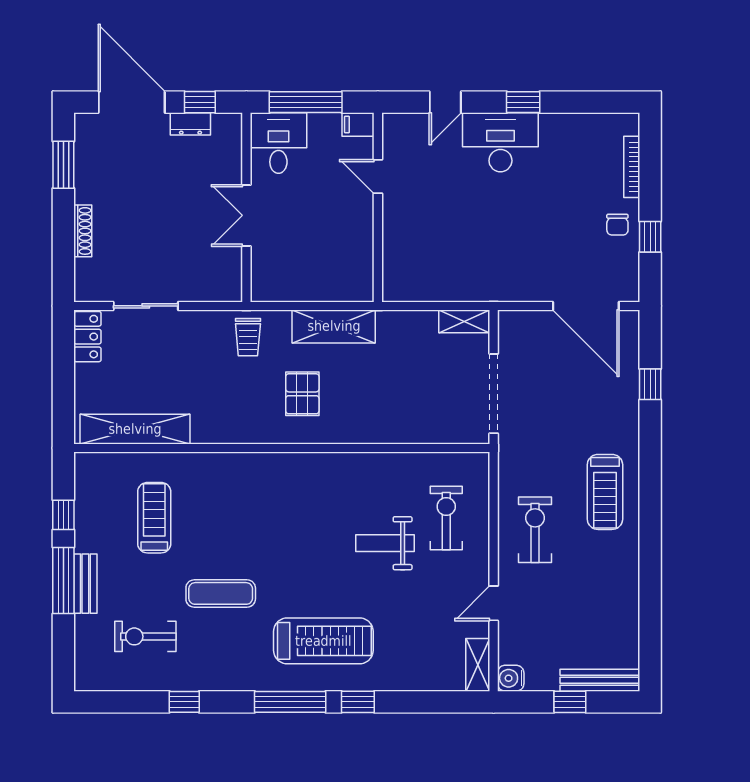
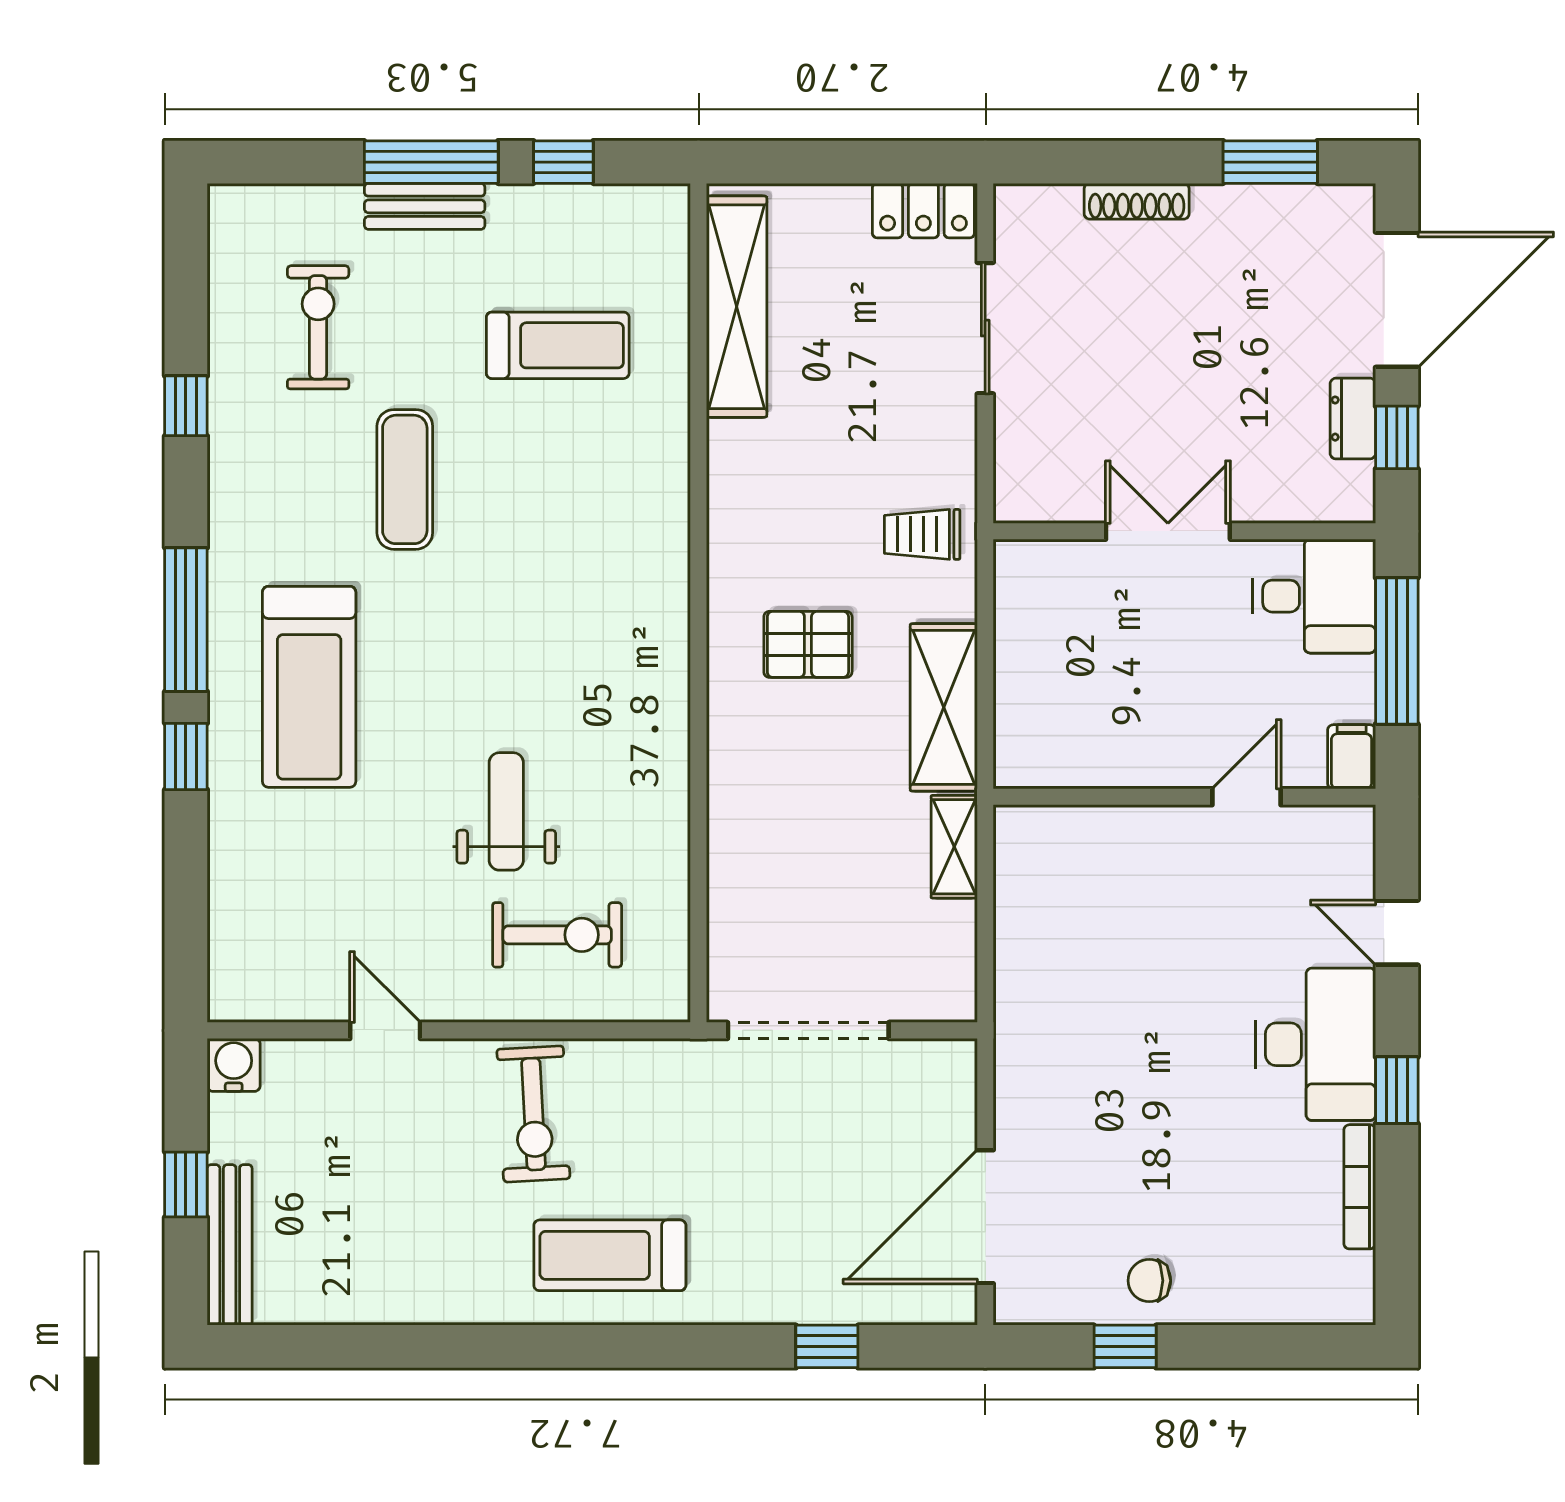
bookcase: (632, 167) -> (1360, 1187), moved, turned -90
shelving: (464, 321) -> (954, 847), moved
exercise bike: (535, 530) -> (533, 1114), turned 87
shelving: (478, 665) -> (261, 998), removed

